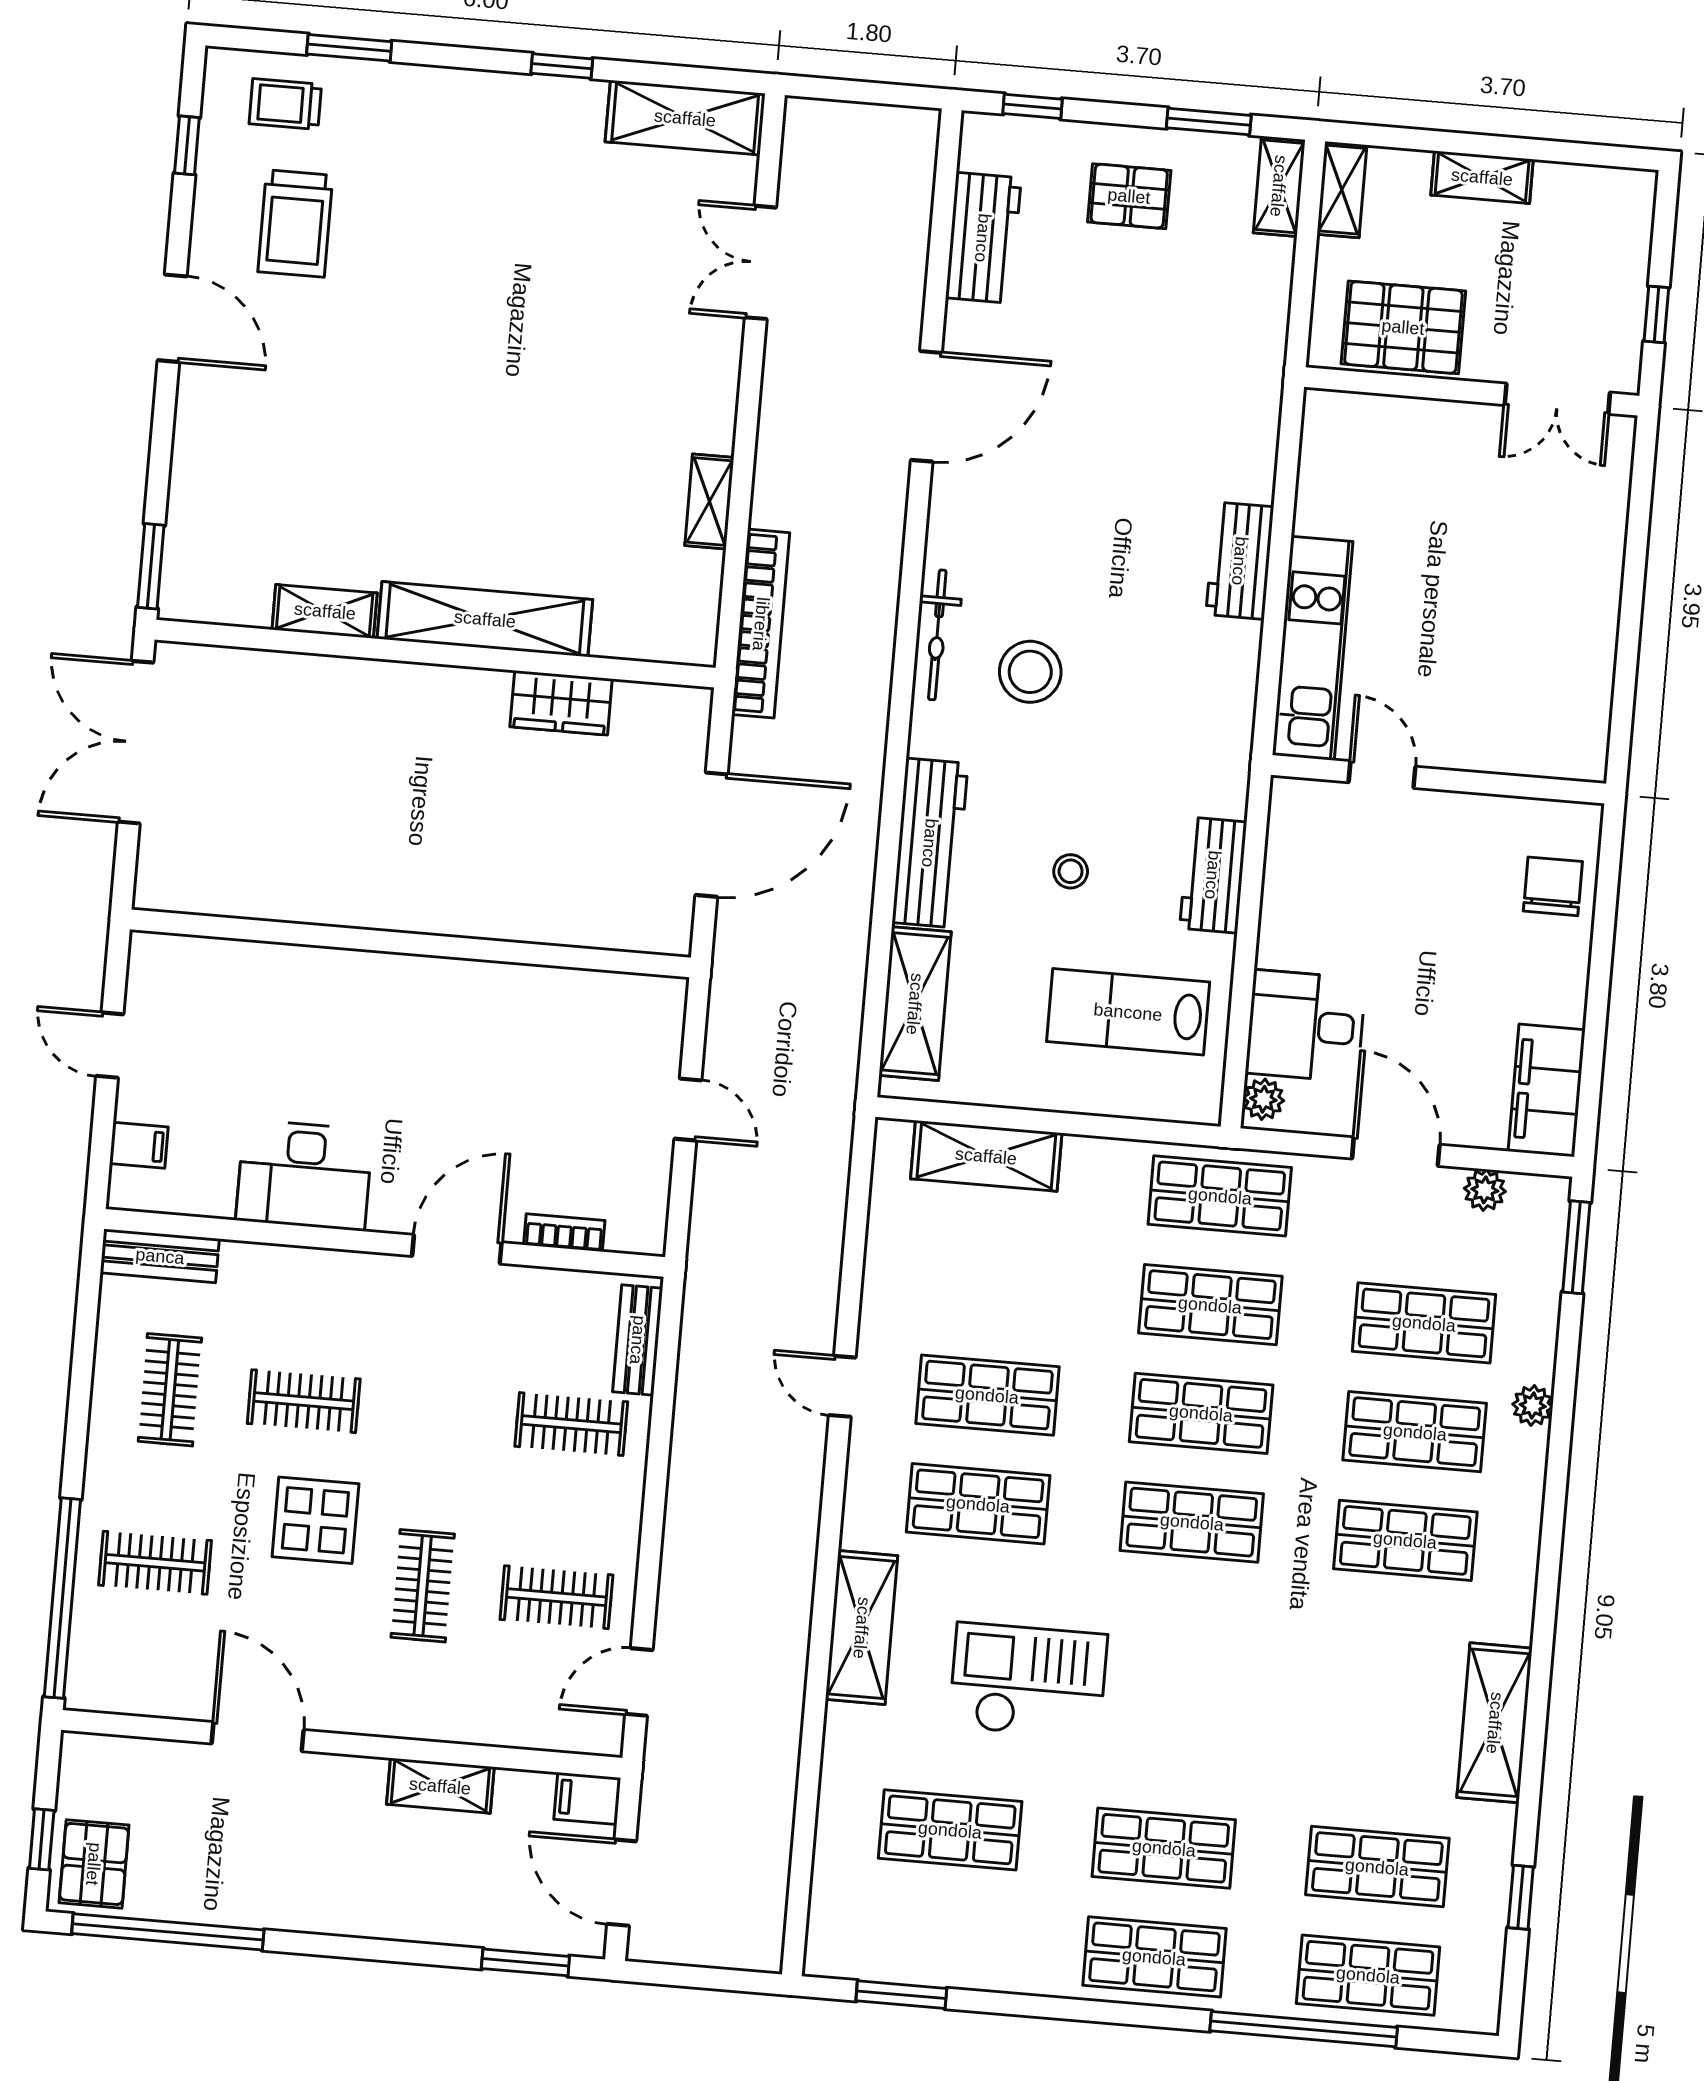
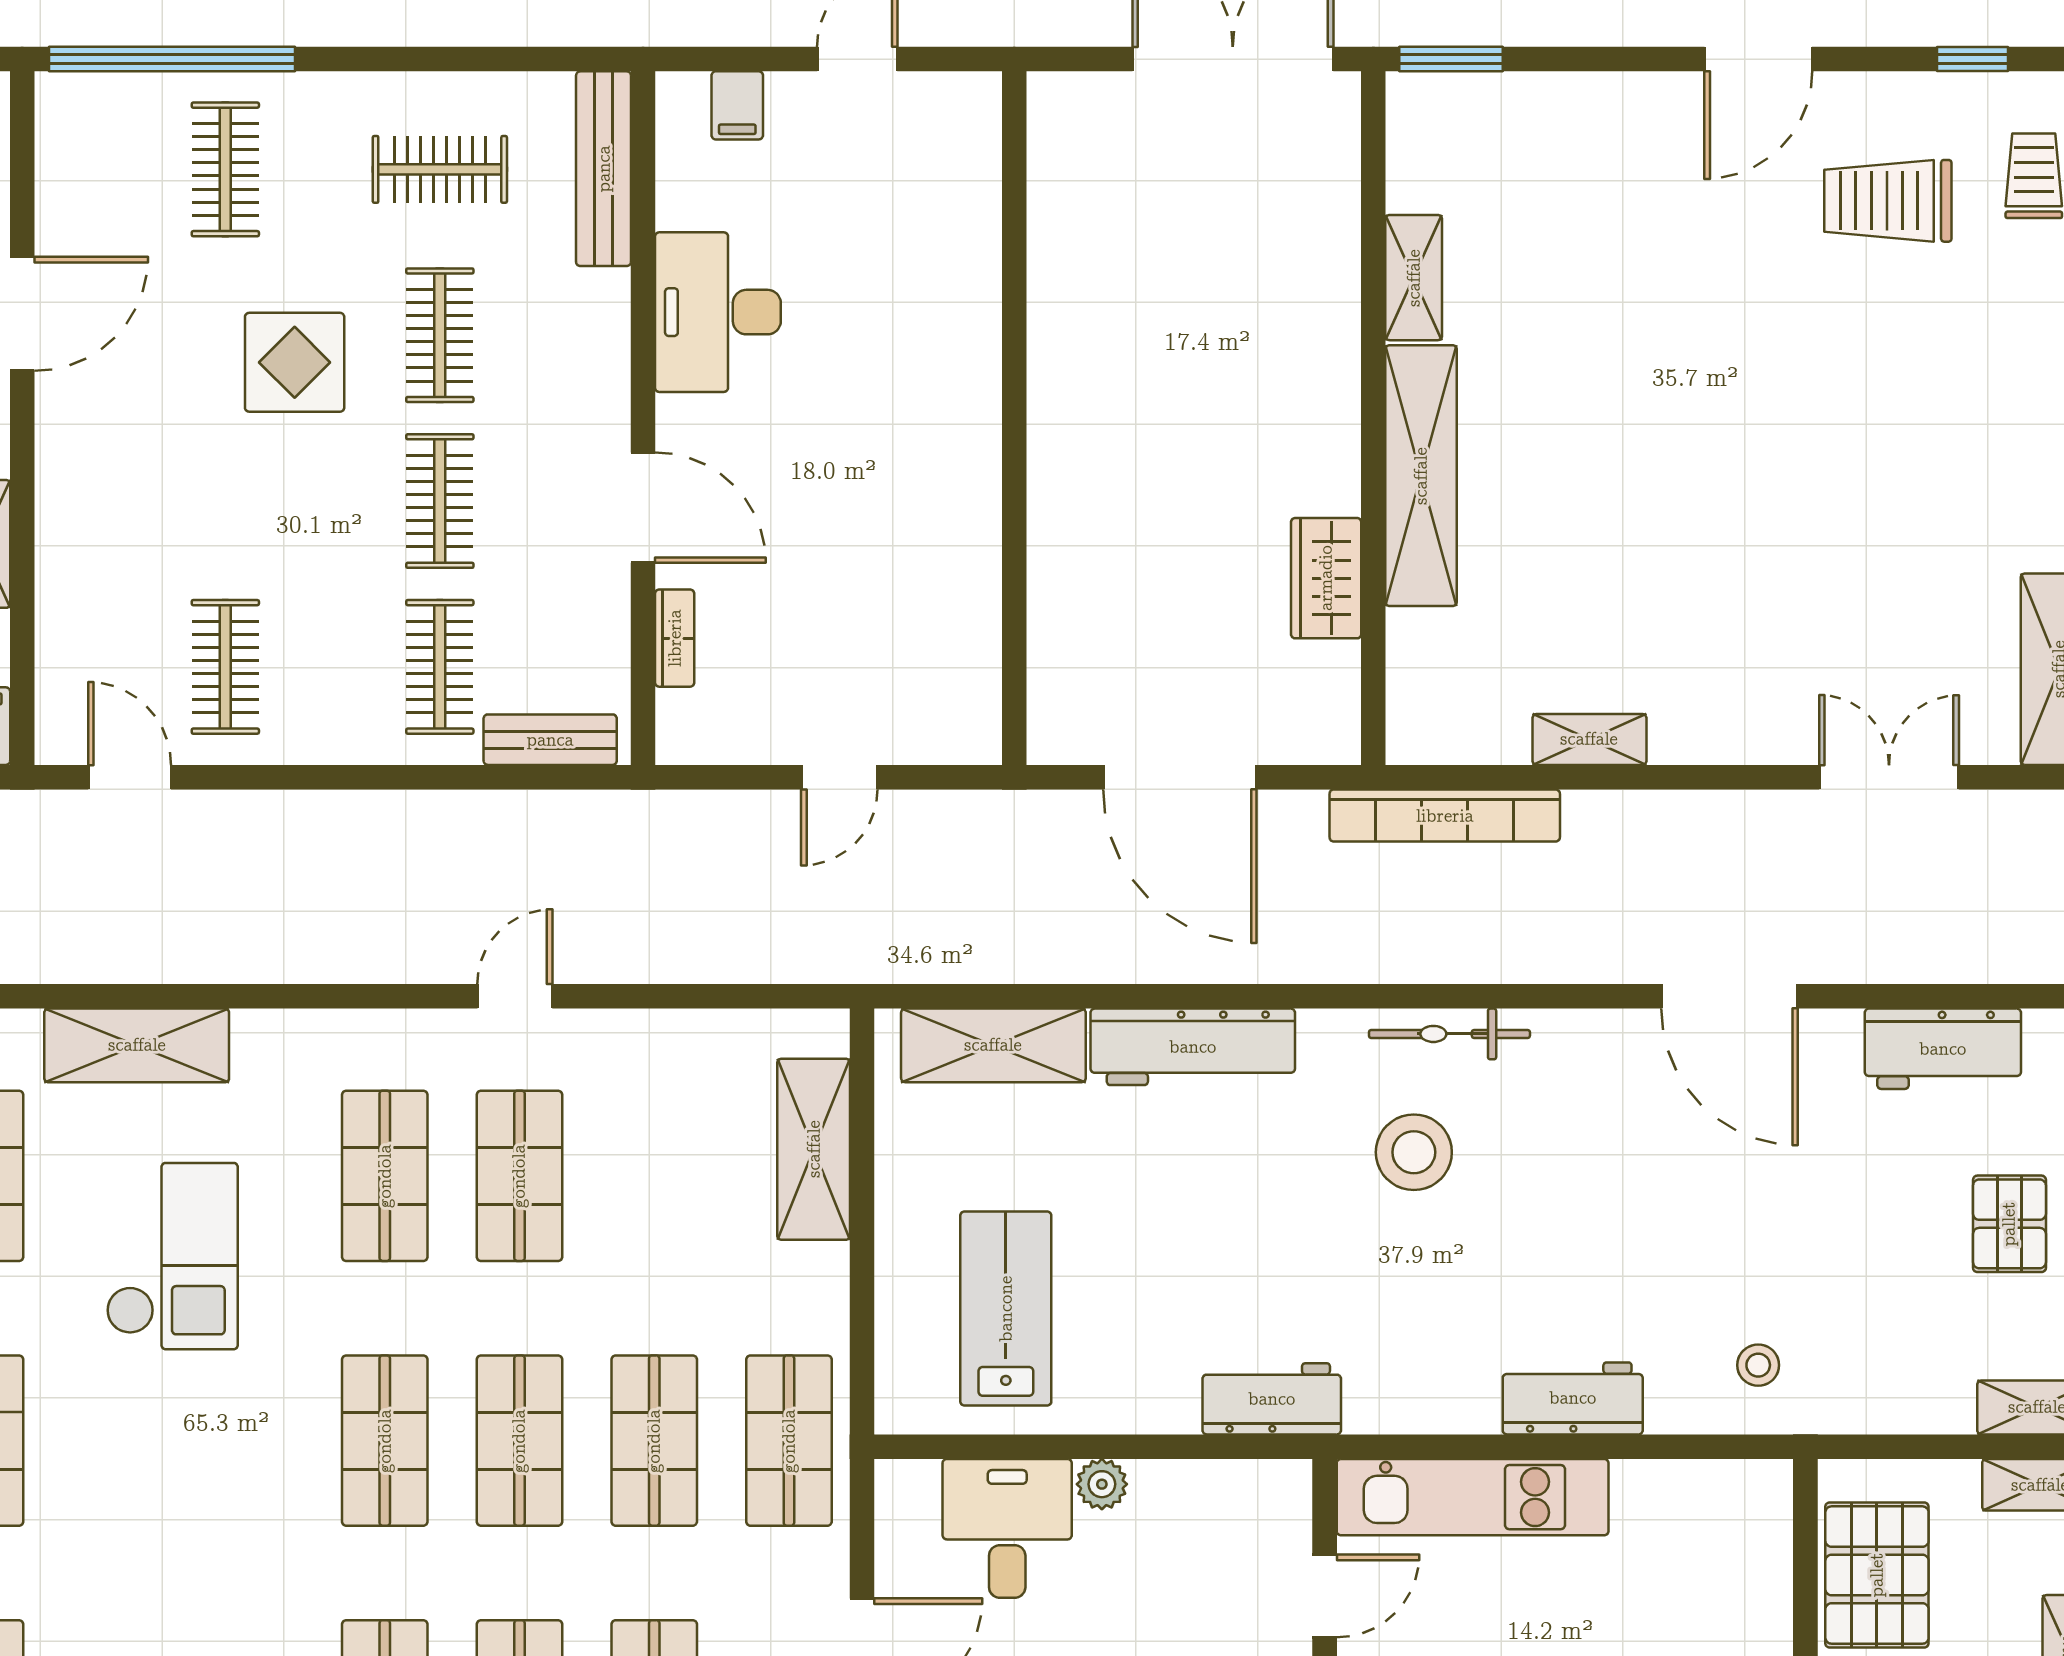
stool: (1071, 871) -> (1758, 1365), moved
workbench: (1213, 875) -> (1272, 1399), moved
plant: (1263, 1099) -> (1102, 1484), moved
bench: (160, 1256) -> (604, 169), width x1.36
clothes rail: (423, 1586) -> (440, 501), moved, turned 90
shelving: (862, 1628) -> (137, 1045), moved

